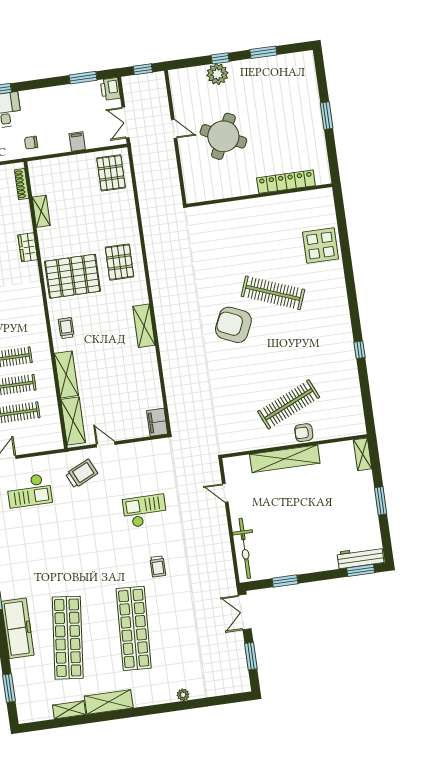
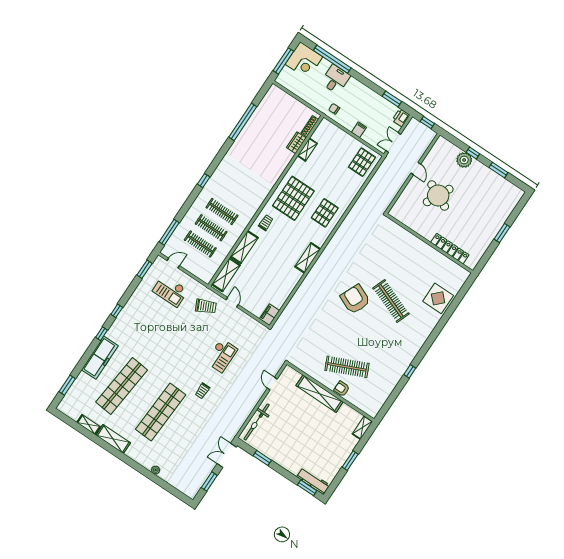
wardrobe: (28, 247) -> (296, 143), moved
pallet: (72, 276) -> (293, 198), turned 90
checkout: (145, 511) -> (222, 356), turned 90

